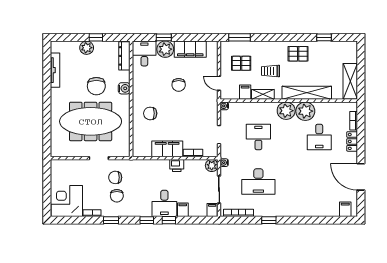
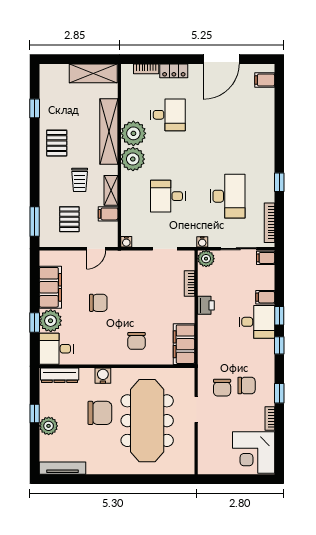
tv unit: (55, 70) -> (62, 468), moved
filing cabinet: (167, 149) -> (184, 344), moved

